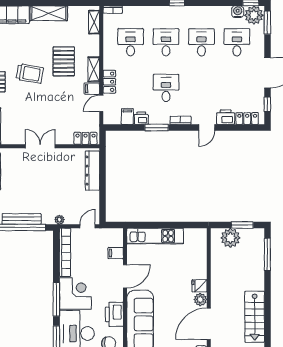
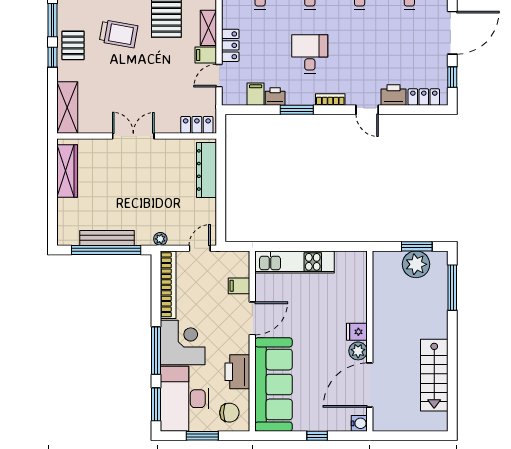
door: (207, 128) -> (367, 110), hinge flipped
plant: (230, 238) -> (416, 264), moved

